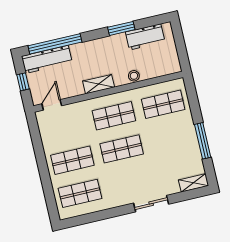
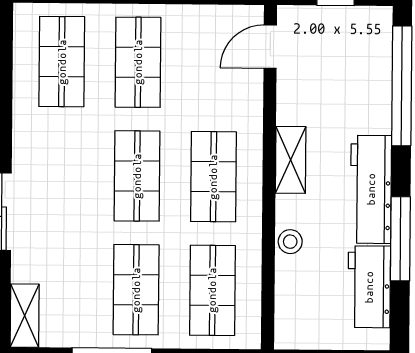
window: (121, 28) -> (400, 239), width x1.44
workbench: (47, 59) -> (371, 189), moved
door: (52, 105) -> (270, 47), swing flipped
shop shelf: (171, 137) -> (136, 290), added

